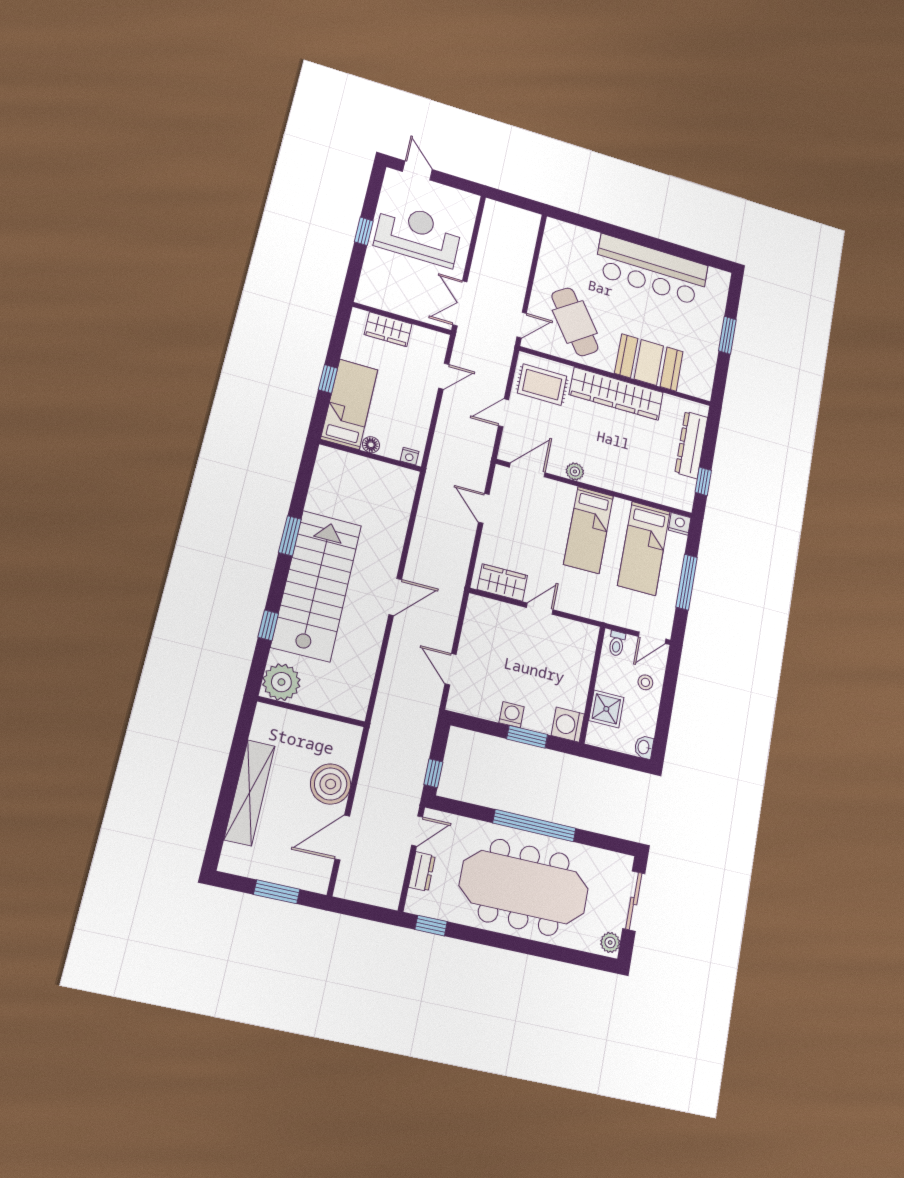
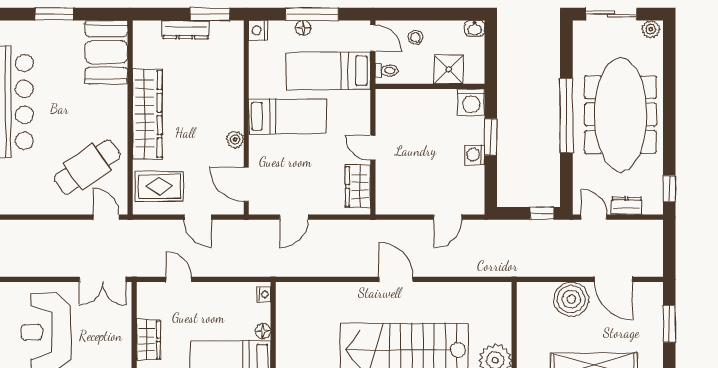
booth: (649, 362) -> (106, 52), moved
rug: (542, 385) -> (159, 186), turned 90
dresser: (691, 445) -> (186, 30), width x0.73, depth x0.80
window: (703, 481) -> (210, 14), width x1.50
bed: (644, 548) -> (328, 71), moved, turned 180
floor lamp: (674, 570) -> (303, 28), added

